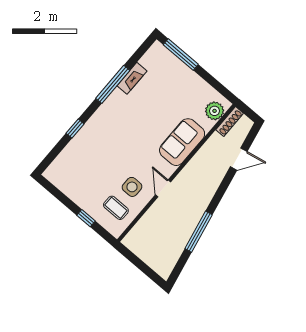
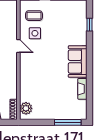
window: (113, 84) -> (90, 77), removed
window: (75, 129) -> (90, 25), moved
sofa: (182, 142) -> (78, 62), moved, turned 180

